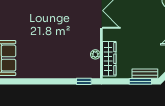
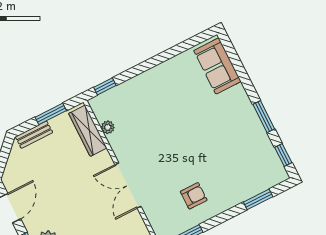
window: (140, 81) -> (51, 114), moved

